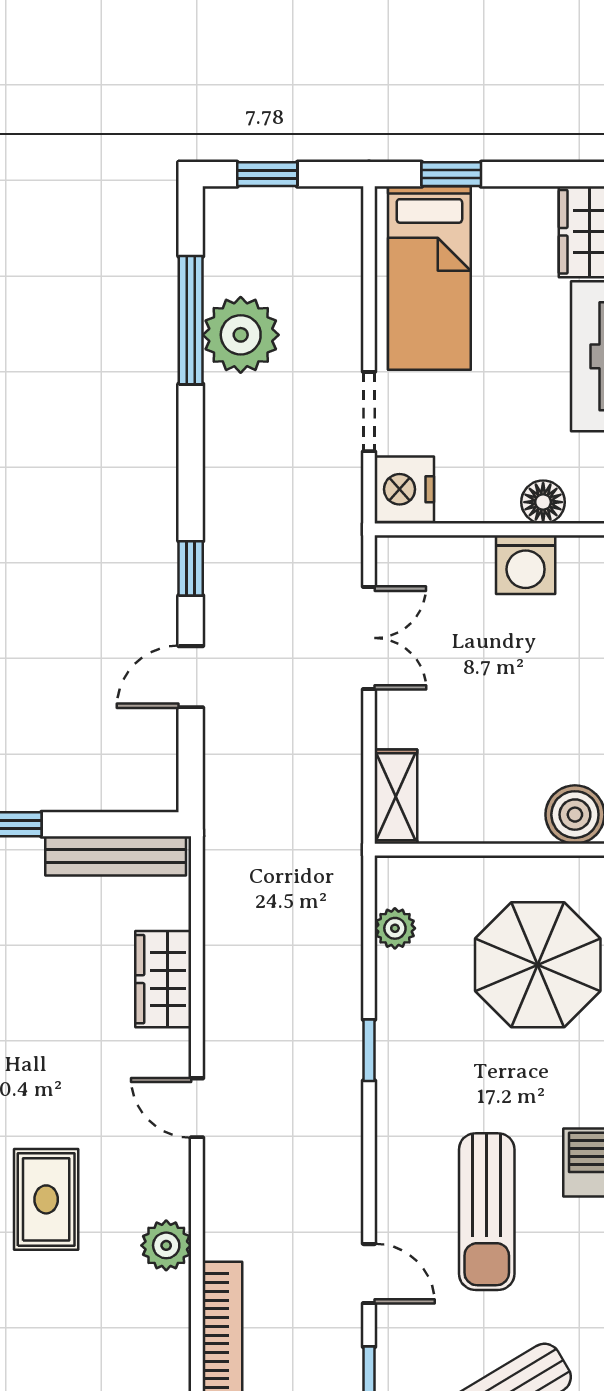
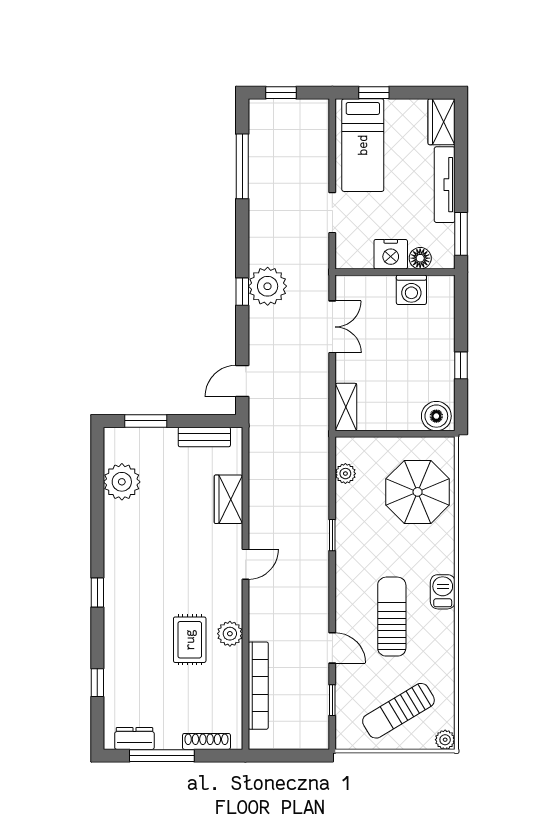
plant: (241, 335) -> (268, 286), moved
nightstand: (404, 489) -> (391, 254), moved, turned -90
door: (191, 677) -> (242, 381), moved
bench: (116, 856) -> (204, 437), width x0.73
door: (197, 1108) -> (245, 564), swing flipped
rug: (46, 1199) -> (190, 640), moved
sun lounger: (487, 1212) -> (392, 617), turned 180

